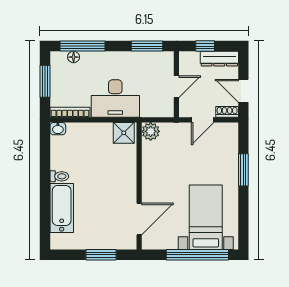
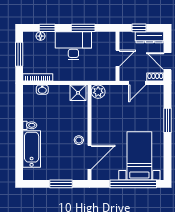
window: (83, 46) -> (47, 28), width x0.46
window: (147, 46) -> (83, 28), moved
desk: (115, 98) -> (73, 46), moved, turned 180
washbasin: (58, 129) -> (42, 90), moved
stool: (125, 196) -> (79, 140), added

